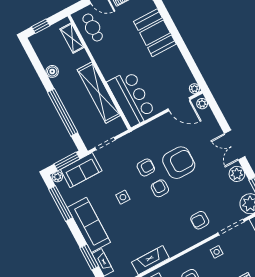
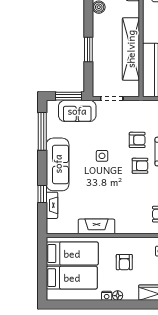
window: (63, 112) -> (88, 49), width x0.47
plant: (57, 177) -> (52, 105), removed
armchair: (160, 188) -> (140, 166), turned 90
window: (89, 257) -> (42, 194), width x0.67

